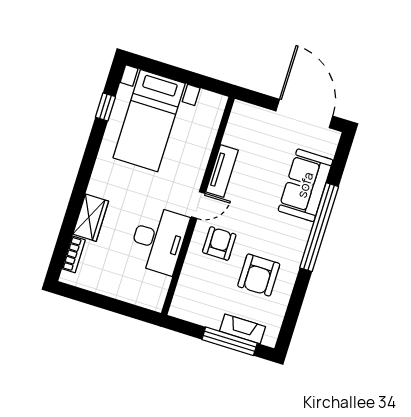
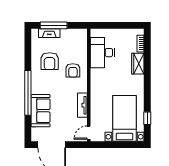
door: (198, 205) -> (89, 133), moved
desk: (158, 240) -> (102, 53), moved
armchair: (259, 275) -> (50, 61), turned 180

